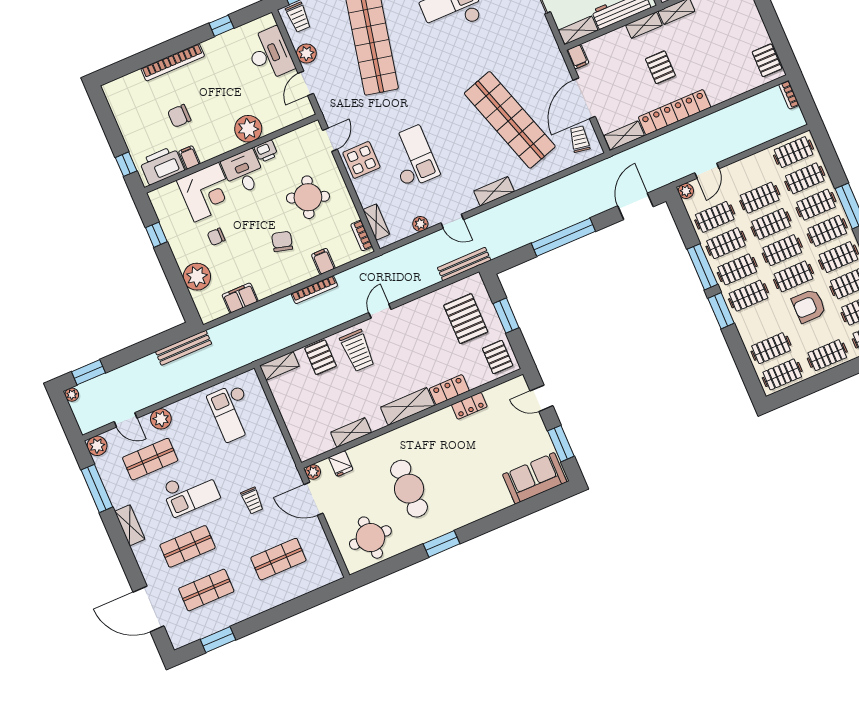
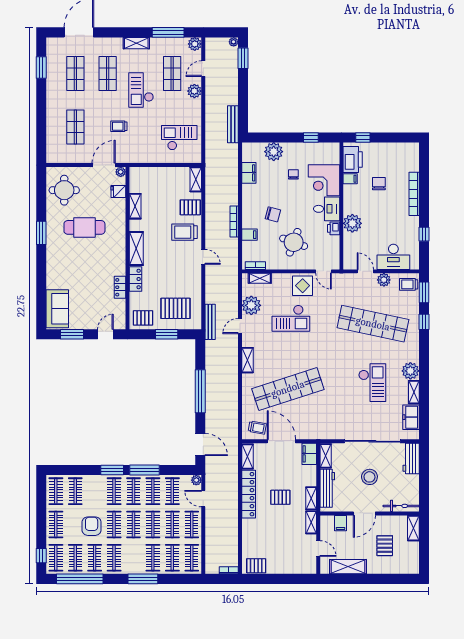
filing cabinet: (578, 57) -> (309, 454), width x2.00
plant: (420, 224) -> (251, 305), width x1.87, depth x1.87
clothes rail: (827, 231) -> (192, 524), moved

